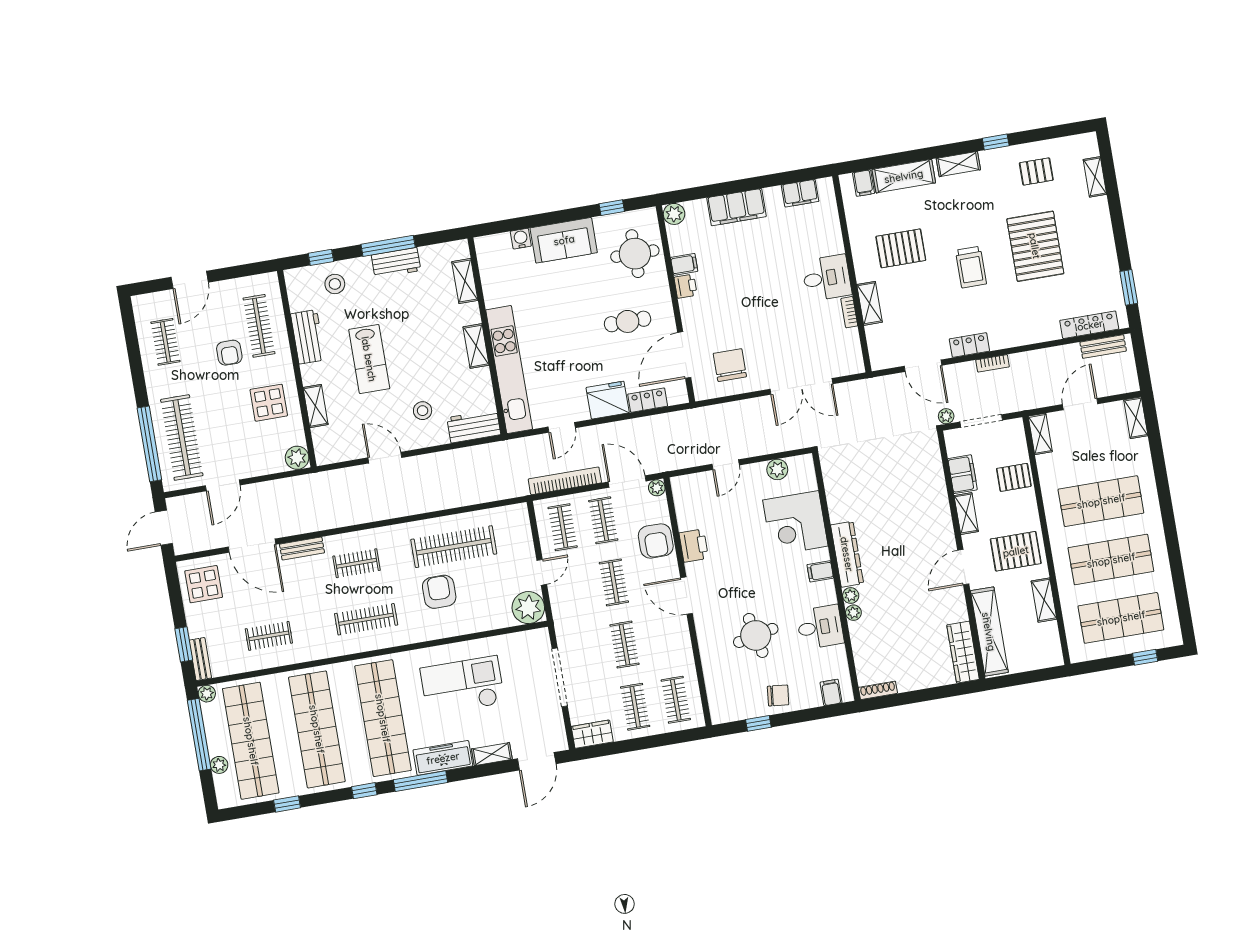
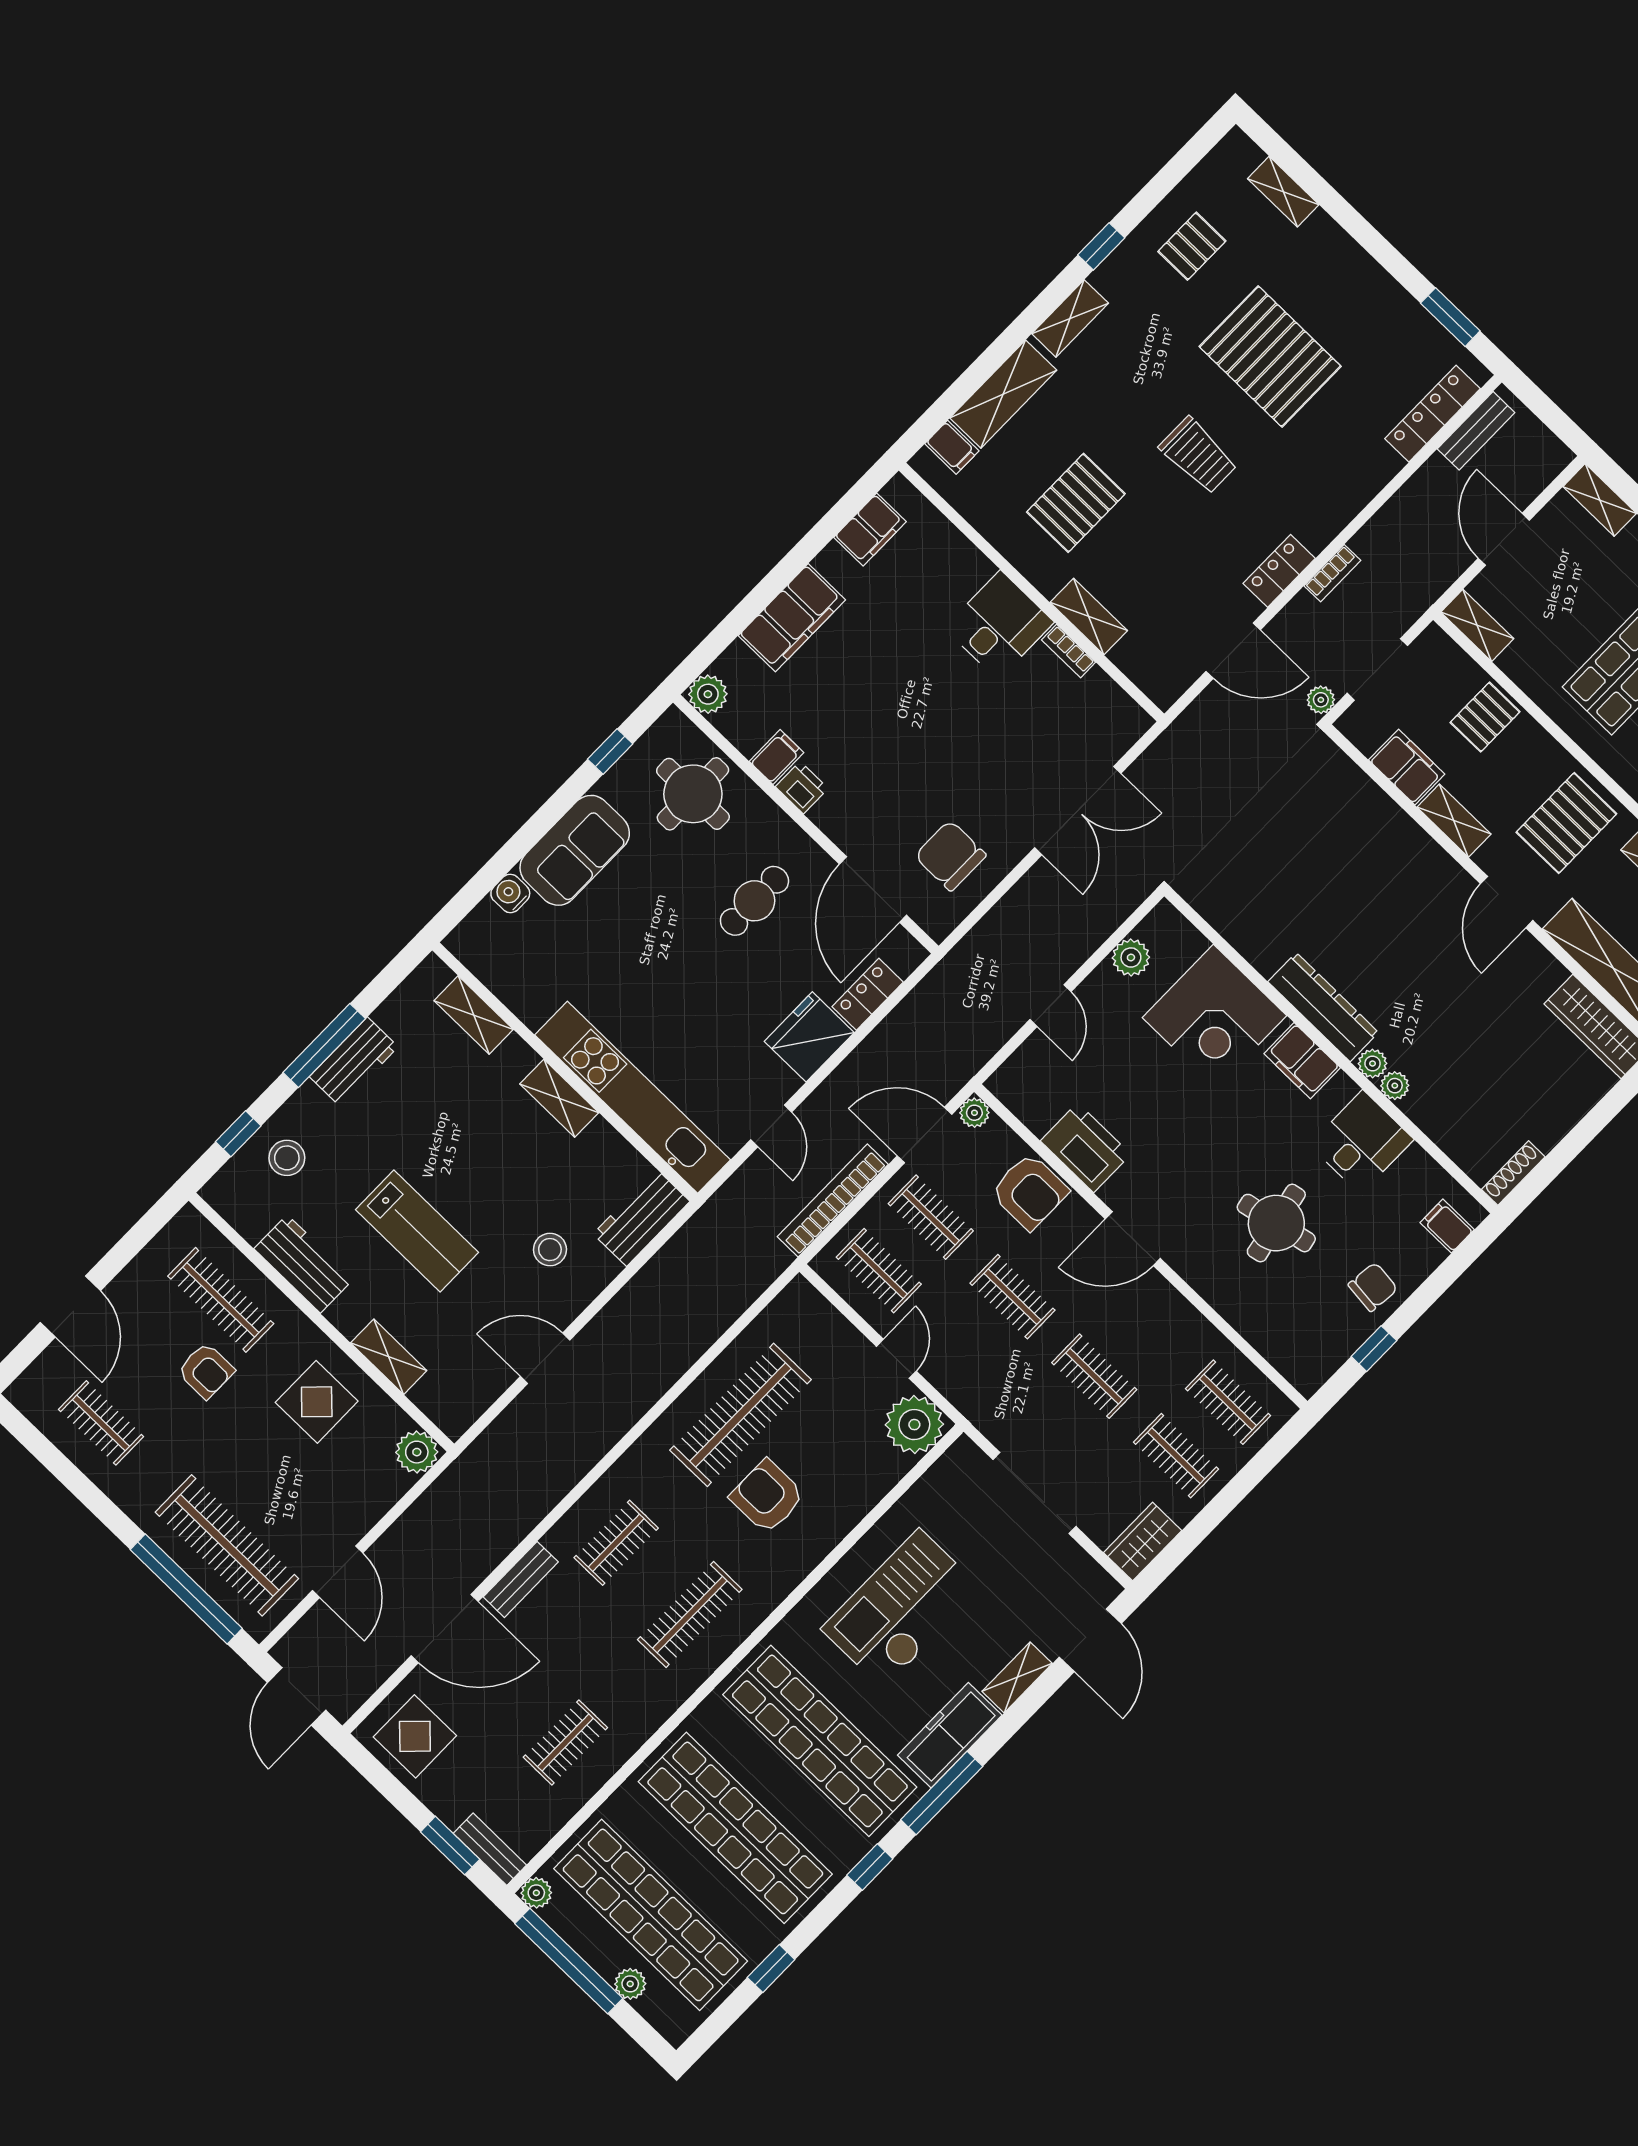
printer: (694, 546) -> (1086, 1148), width x1.37, depth x1.19
filing cabinet: (820, 571) -> (1302, 1061), width x2.00

